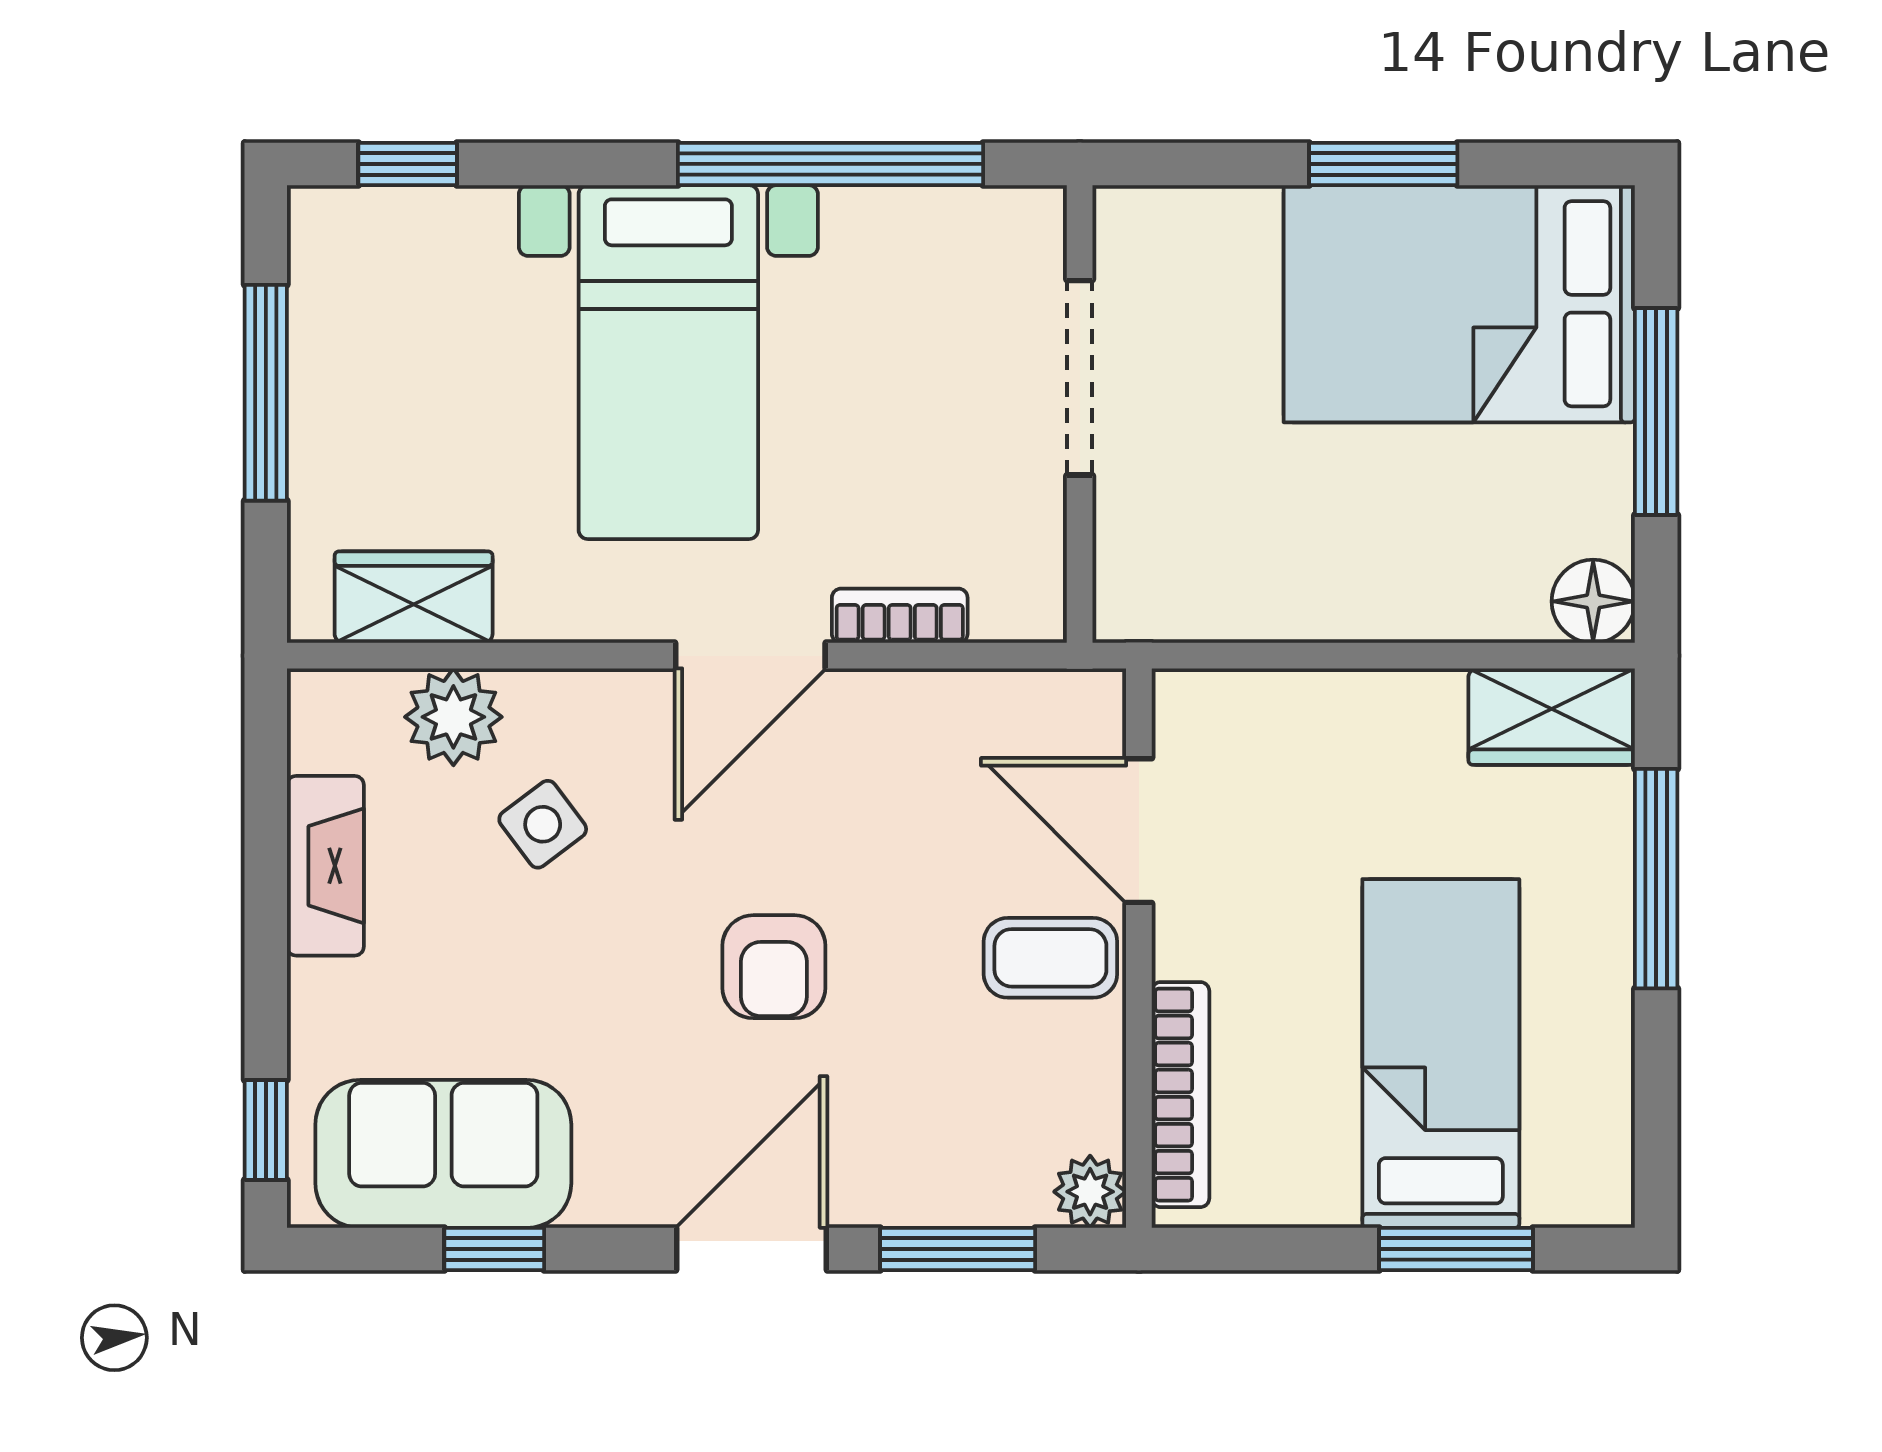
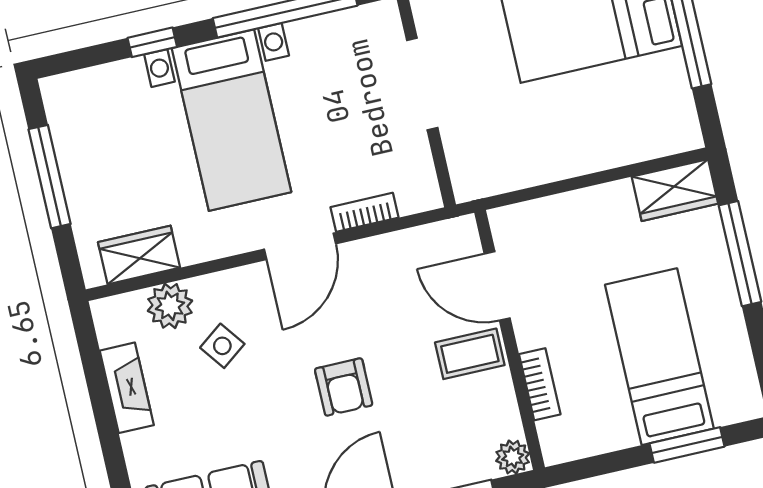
window: (408, 164) -> (152, 42), moved
floor lamp: (1593, 601) -> (682, 133), removed
bookcase: (1180, 1095) -> (540, 384), width x0.64

